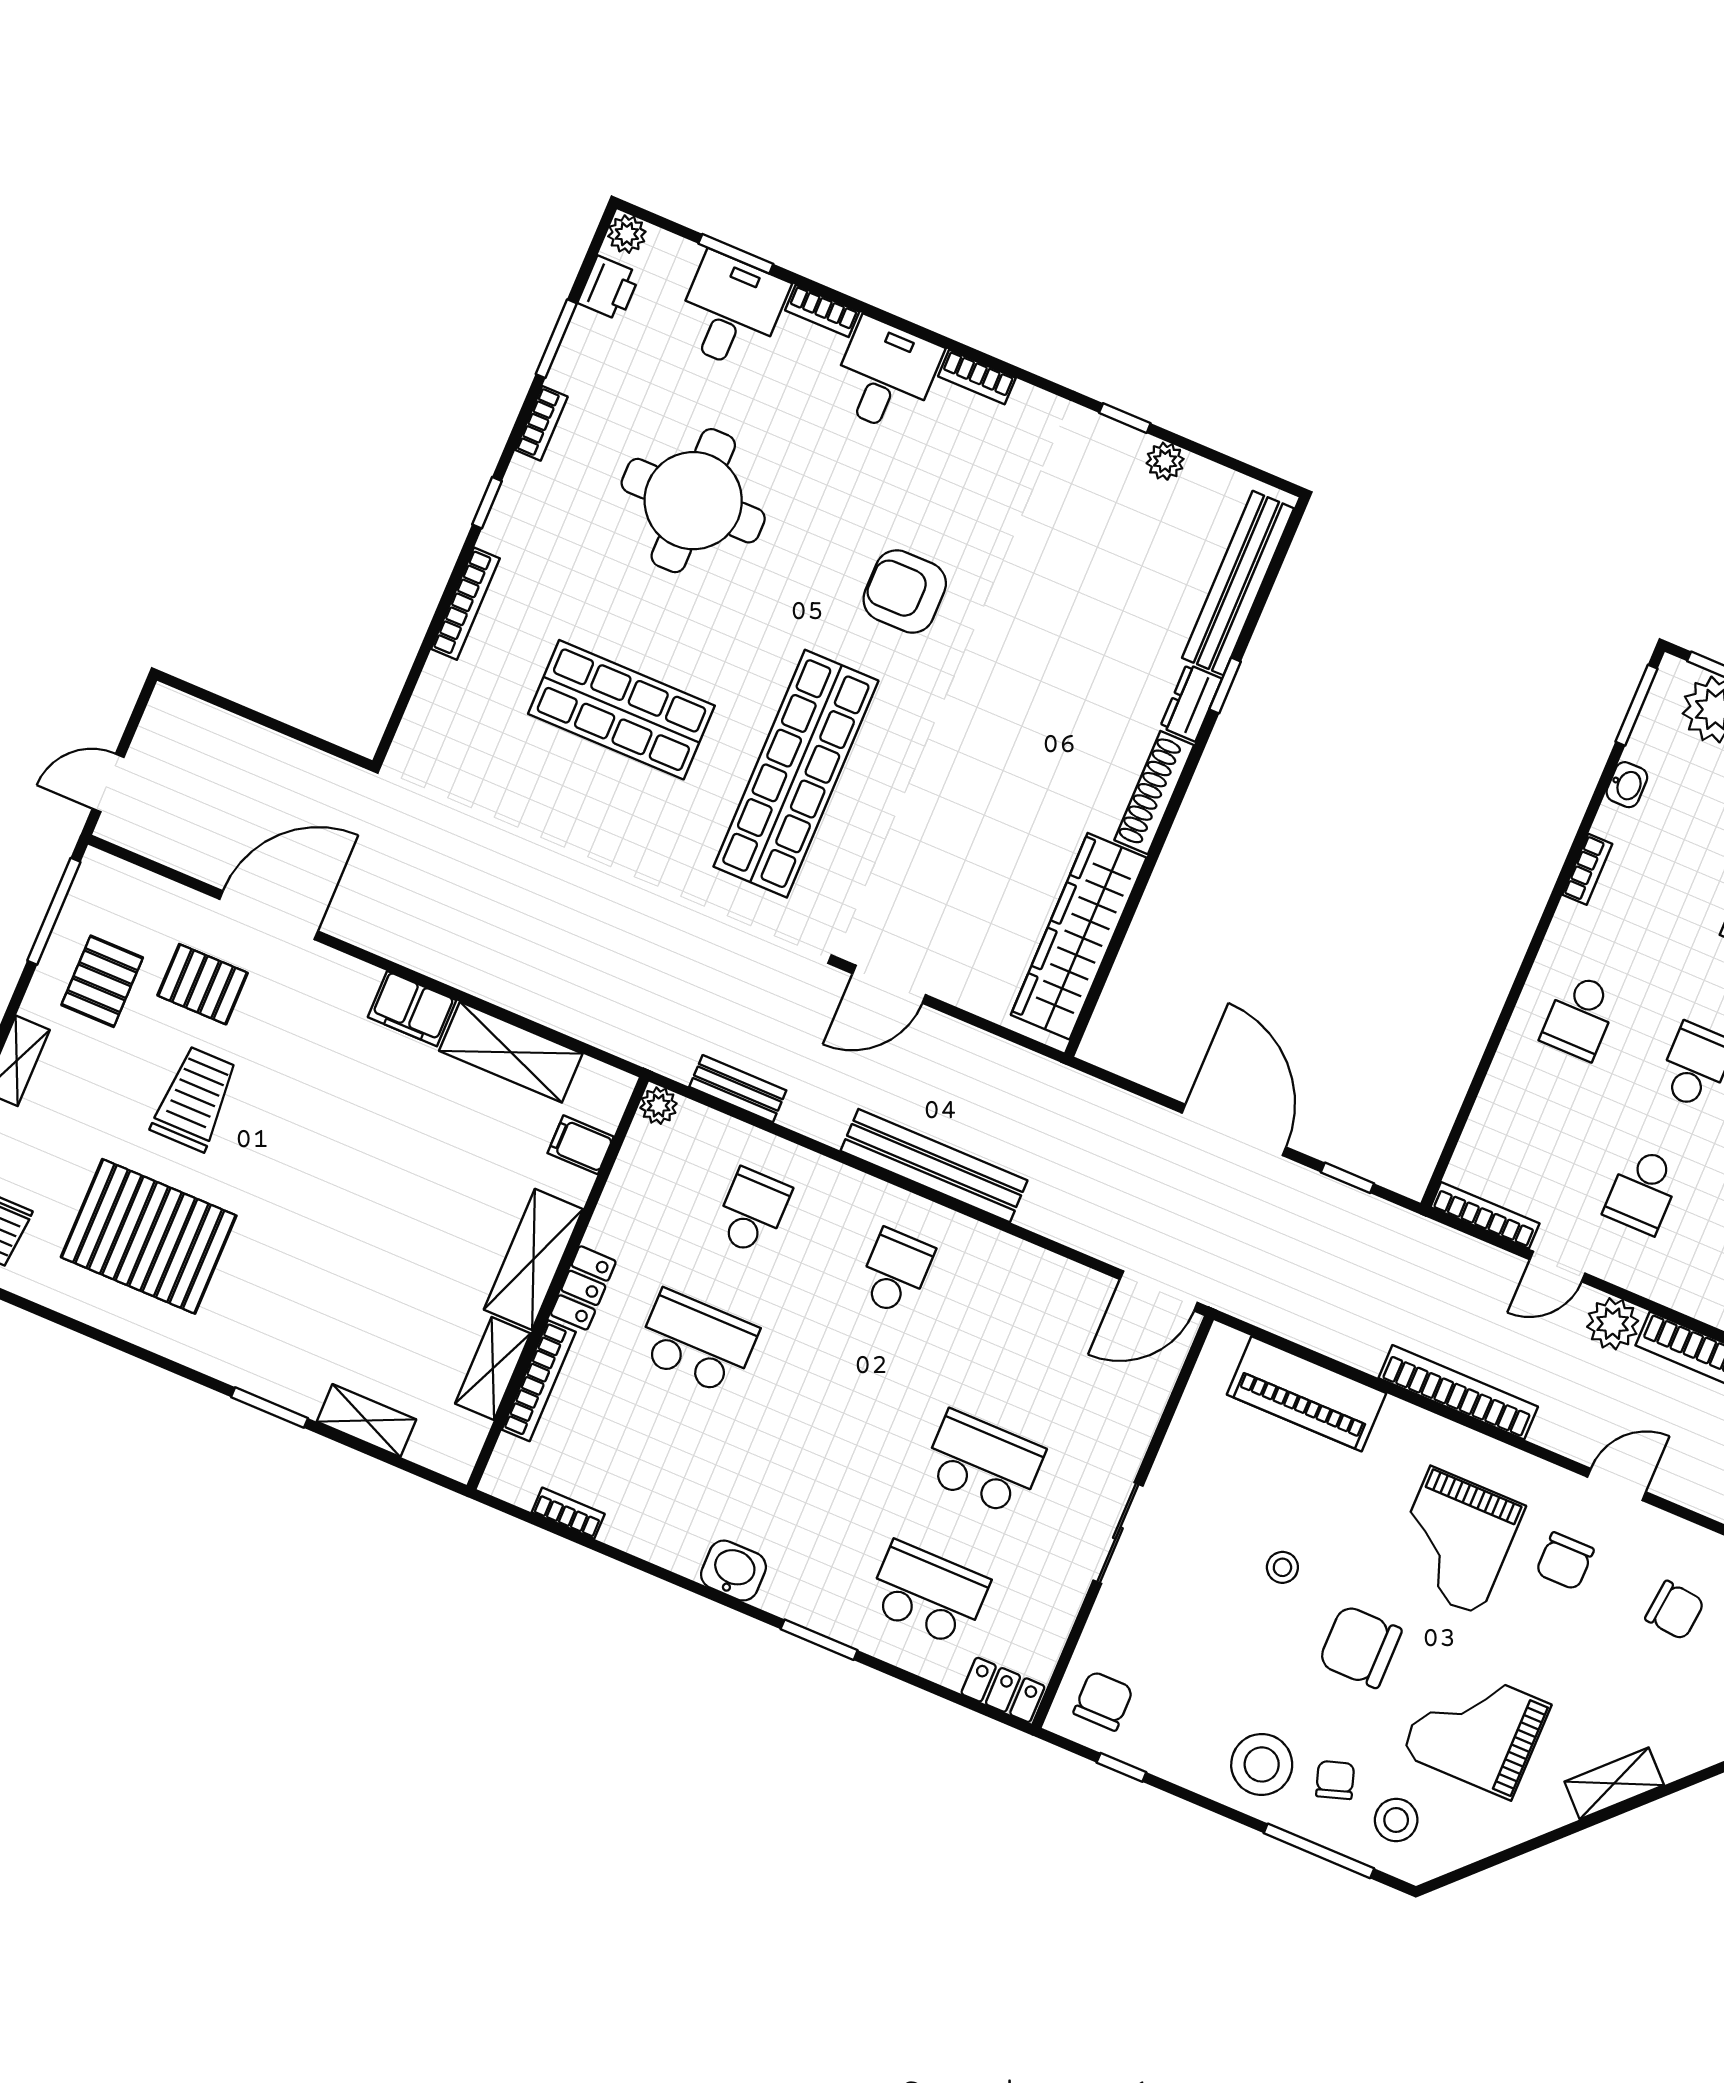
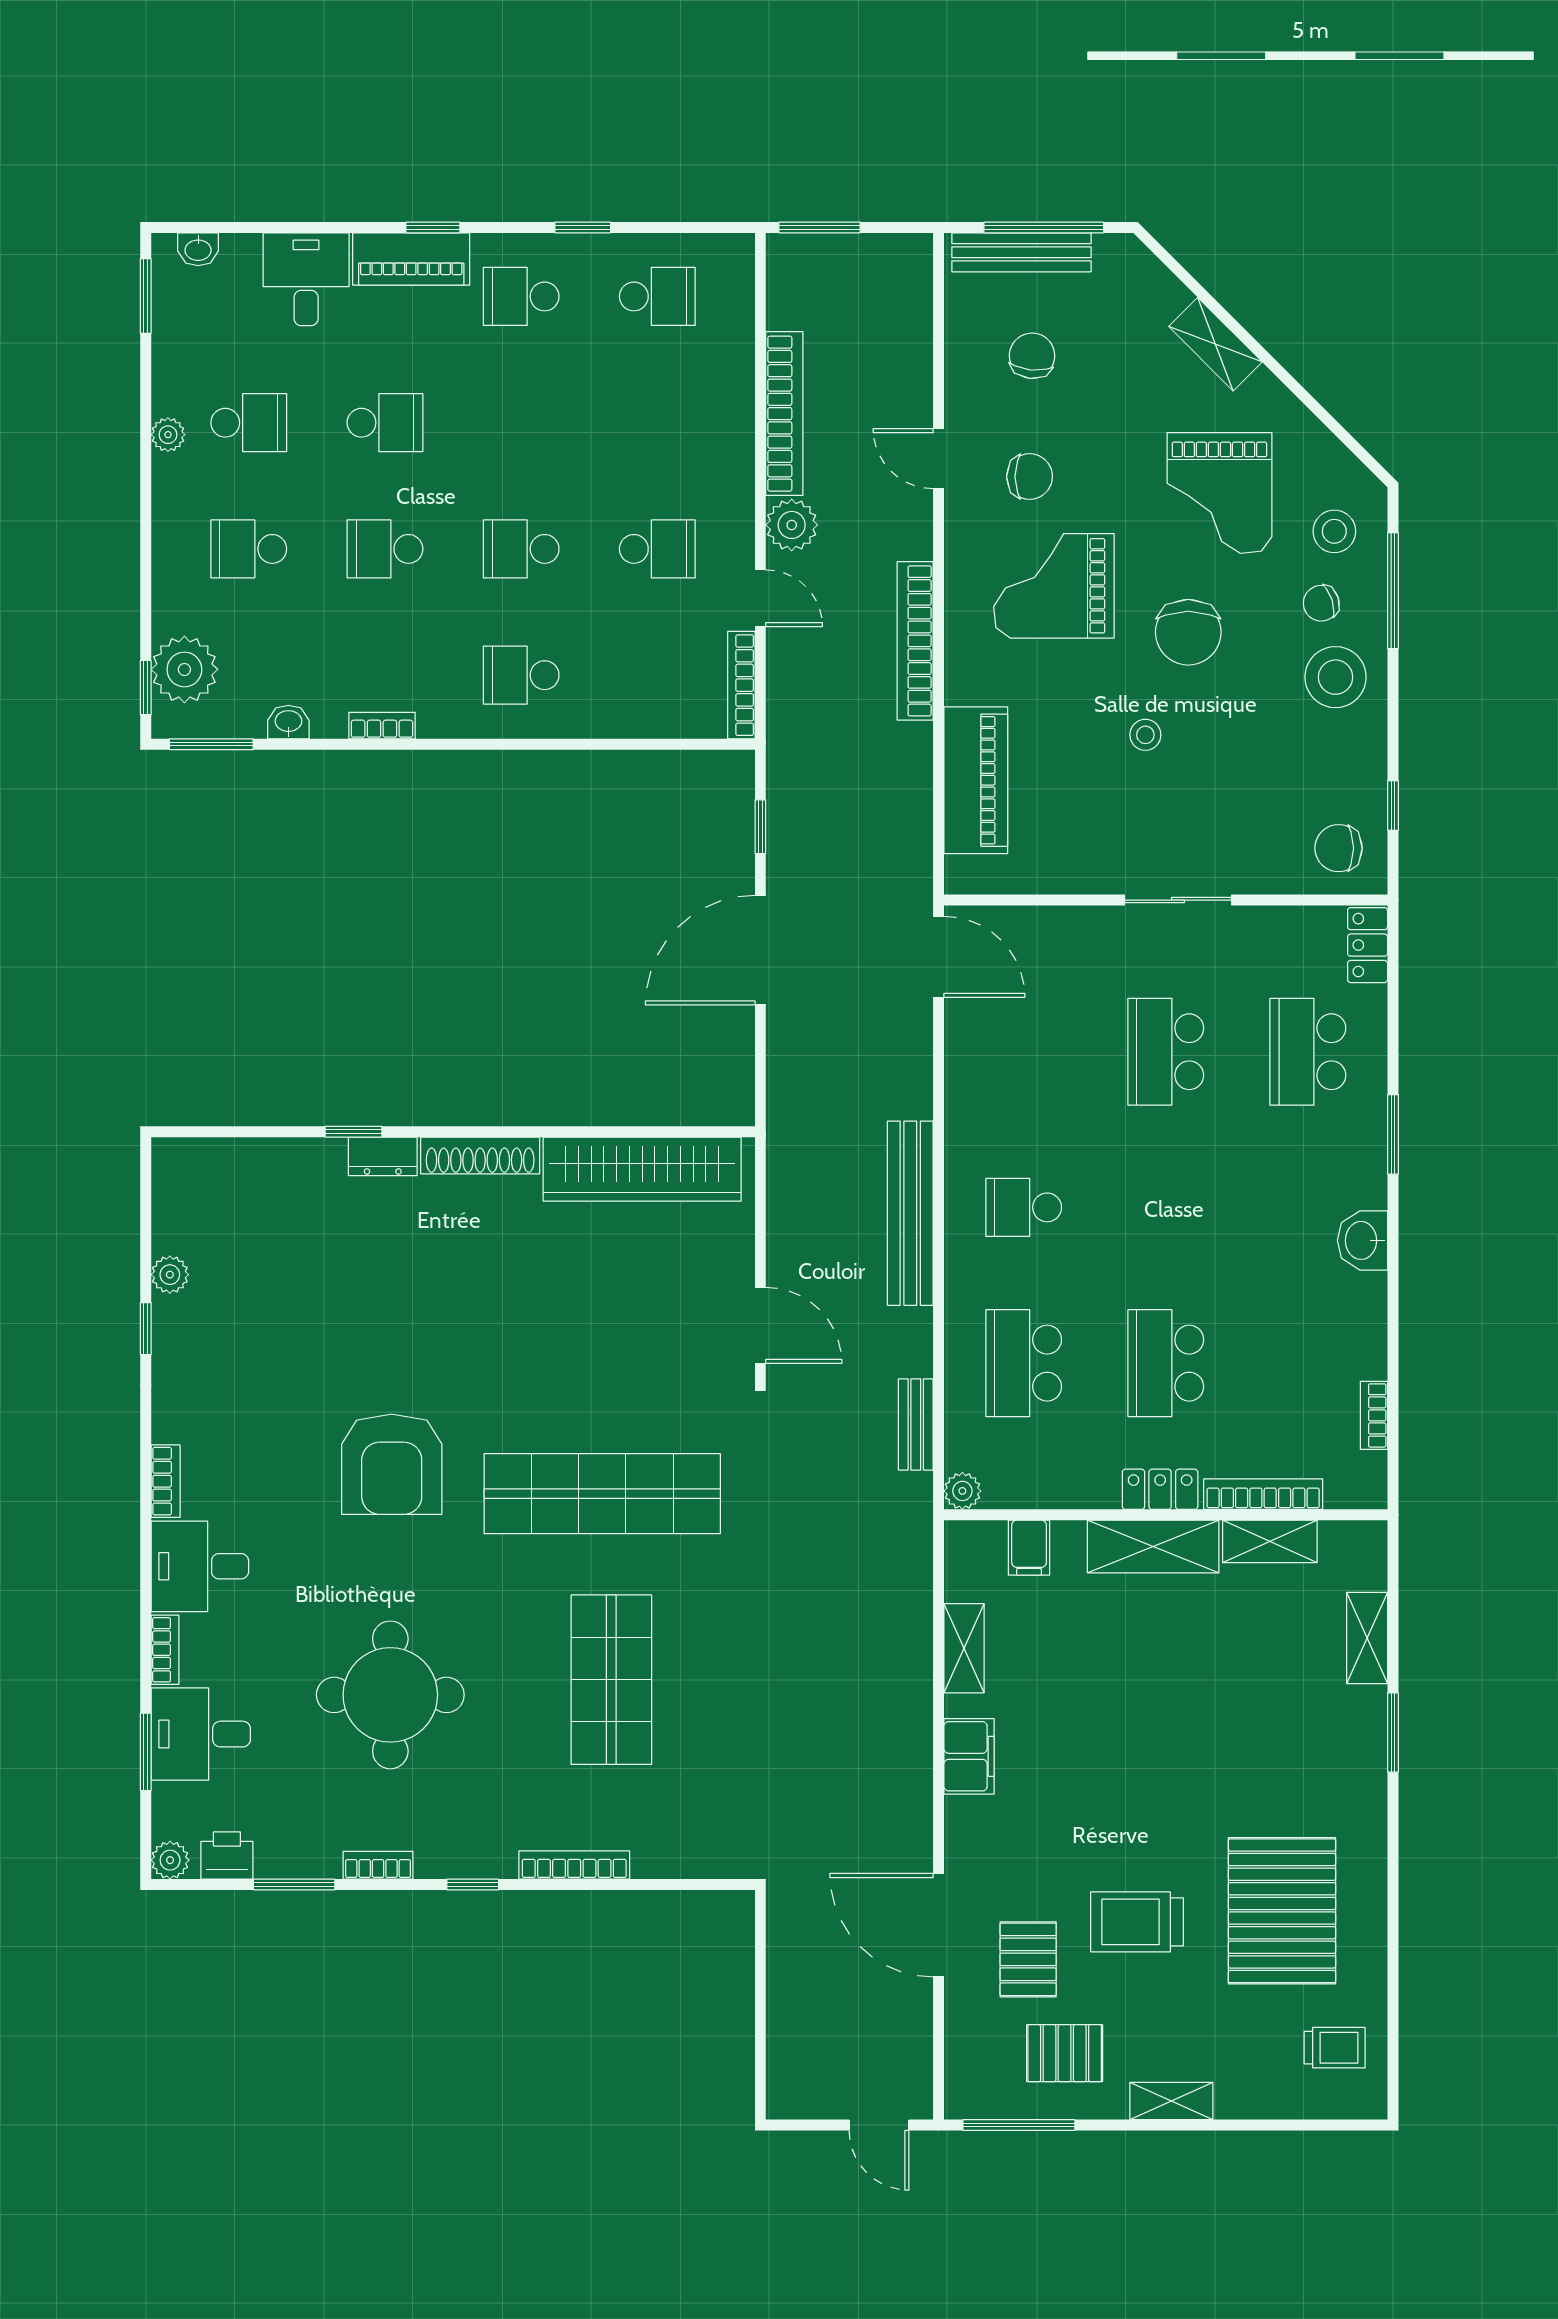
bench: (1238, 583) -> (254, 1160), removed
armchair: (905, 591) -> (392, 1464), width x1.36, depth x1.36
school desk: (1580, 1017) -> (521, 675), turned 180
shelving: (511, 1052) -> (964, 1648), width x0.67, depth x0.75
school desk: (752, 1211) -> (1024, 1363), width x1.85
grand piano: (1455, 1541) -> (1054, 586), turned 180

